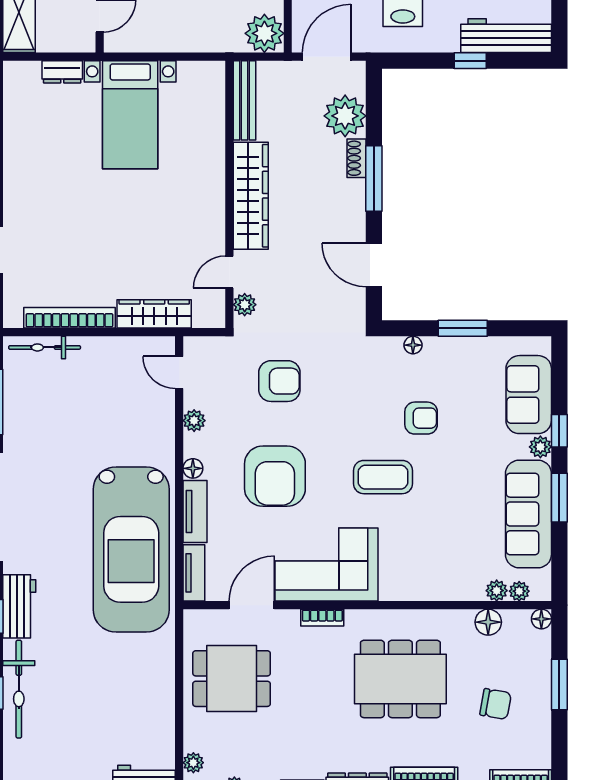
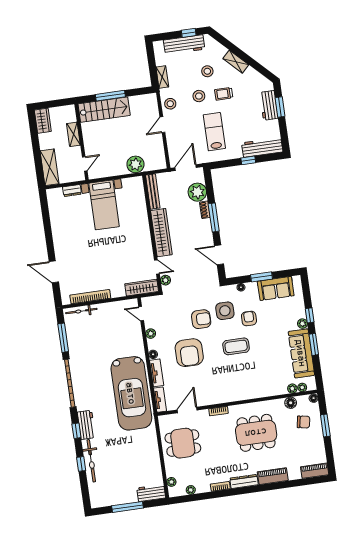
plant: (264, 33) -> (135, 164), moved
door: (229, 272) -> (157, 267), swing flipped
wardrobe: (154, 314) -> (142, 288), moved
armchair: (279, 381) -> (201, 319), moved
side table: (369, 393) -> (225, 311), added
sofa: (529, 395) -> (276, 288), moved, turned -90
armchair: (421, 418) -> (249, 318), turned -90
corner sofa: (327, 564) -> (217, 388), removed
chair: (496, 704) -> (303, 422), moved

